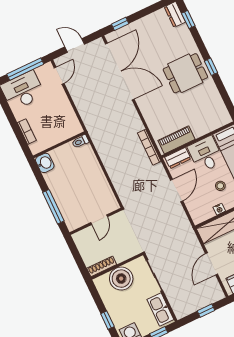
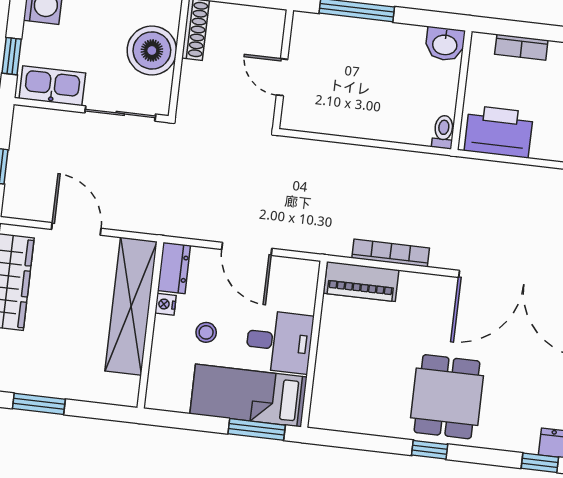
printer: (66, 119) -> (499, 132), added
piano: (176, 140) -> (361, 282), moved, turned 90
bookcase: (149, 147) -> (391, 253), moved
dresser: (178, 158) -> (174, 268), moved, turned 180

